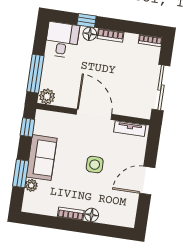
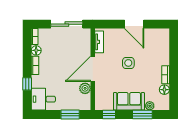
floor lamp: (90, 34) -> (36, 50), moved
window: (35, 74) -> (70, 115), width x0.69
plant: (47, 96) -> (85, 88), moved
floor lamp: (92, 215) -> (164, 90), moved

